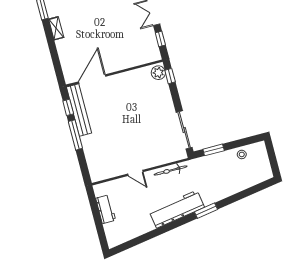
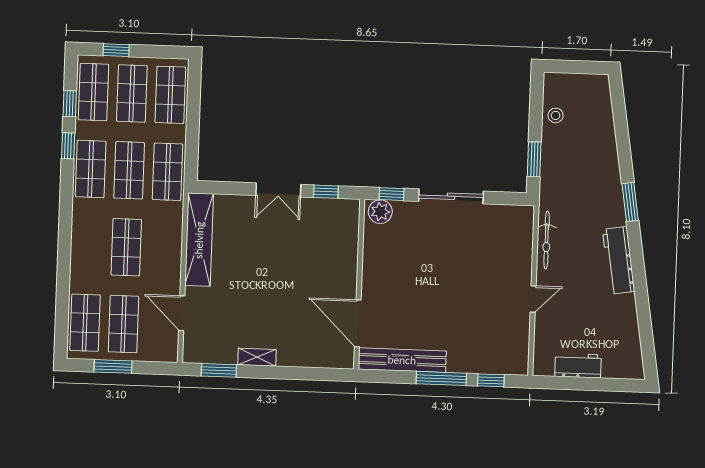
window: (68, 107) -> (491, 380), moved
sliding door: (184, 130) -> (451, 196), moved
workbench: (177, 209) -> (619, 260), width x0.73, depth x0.76

